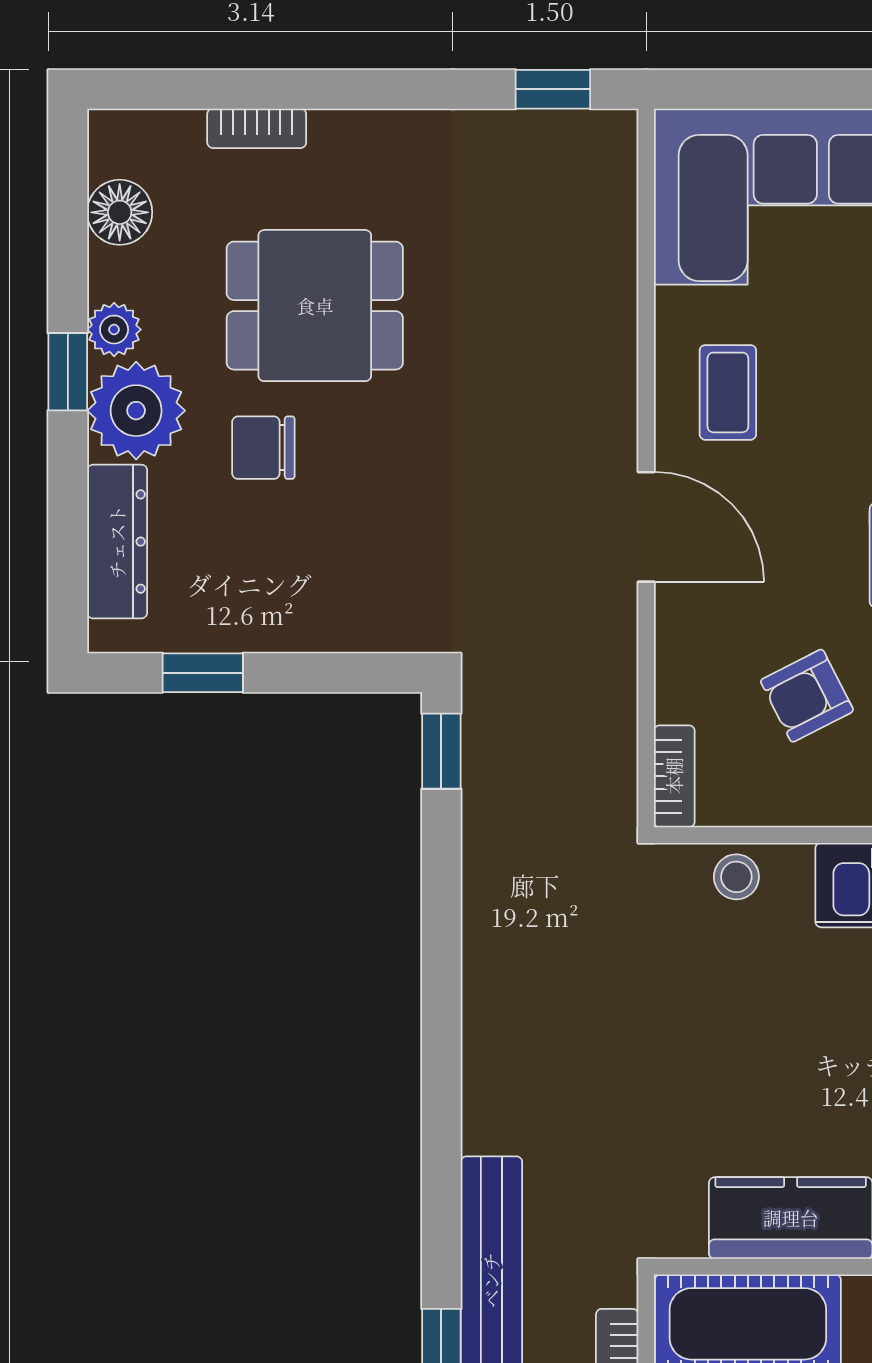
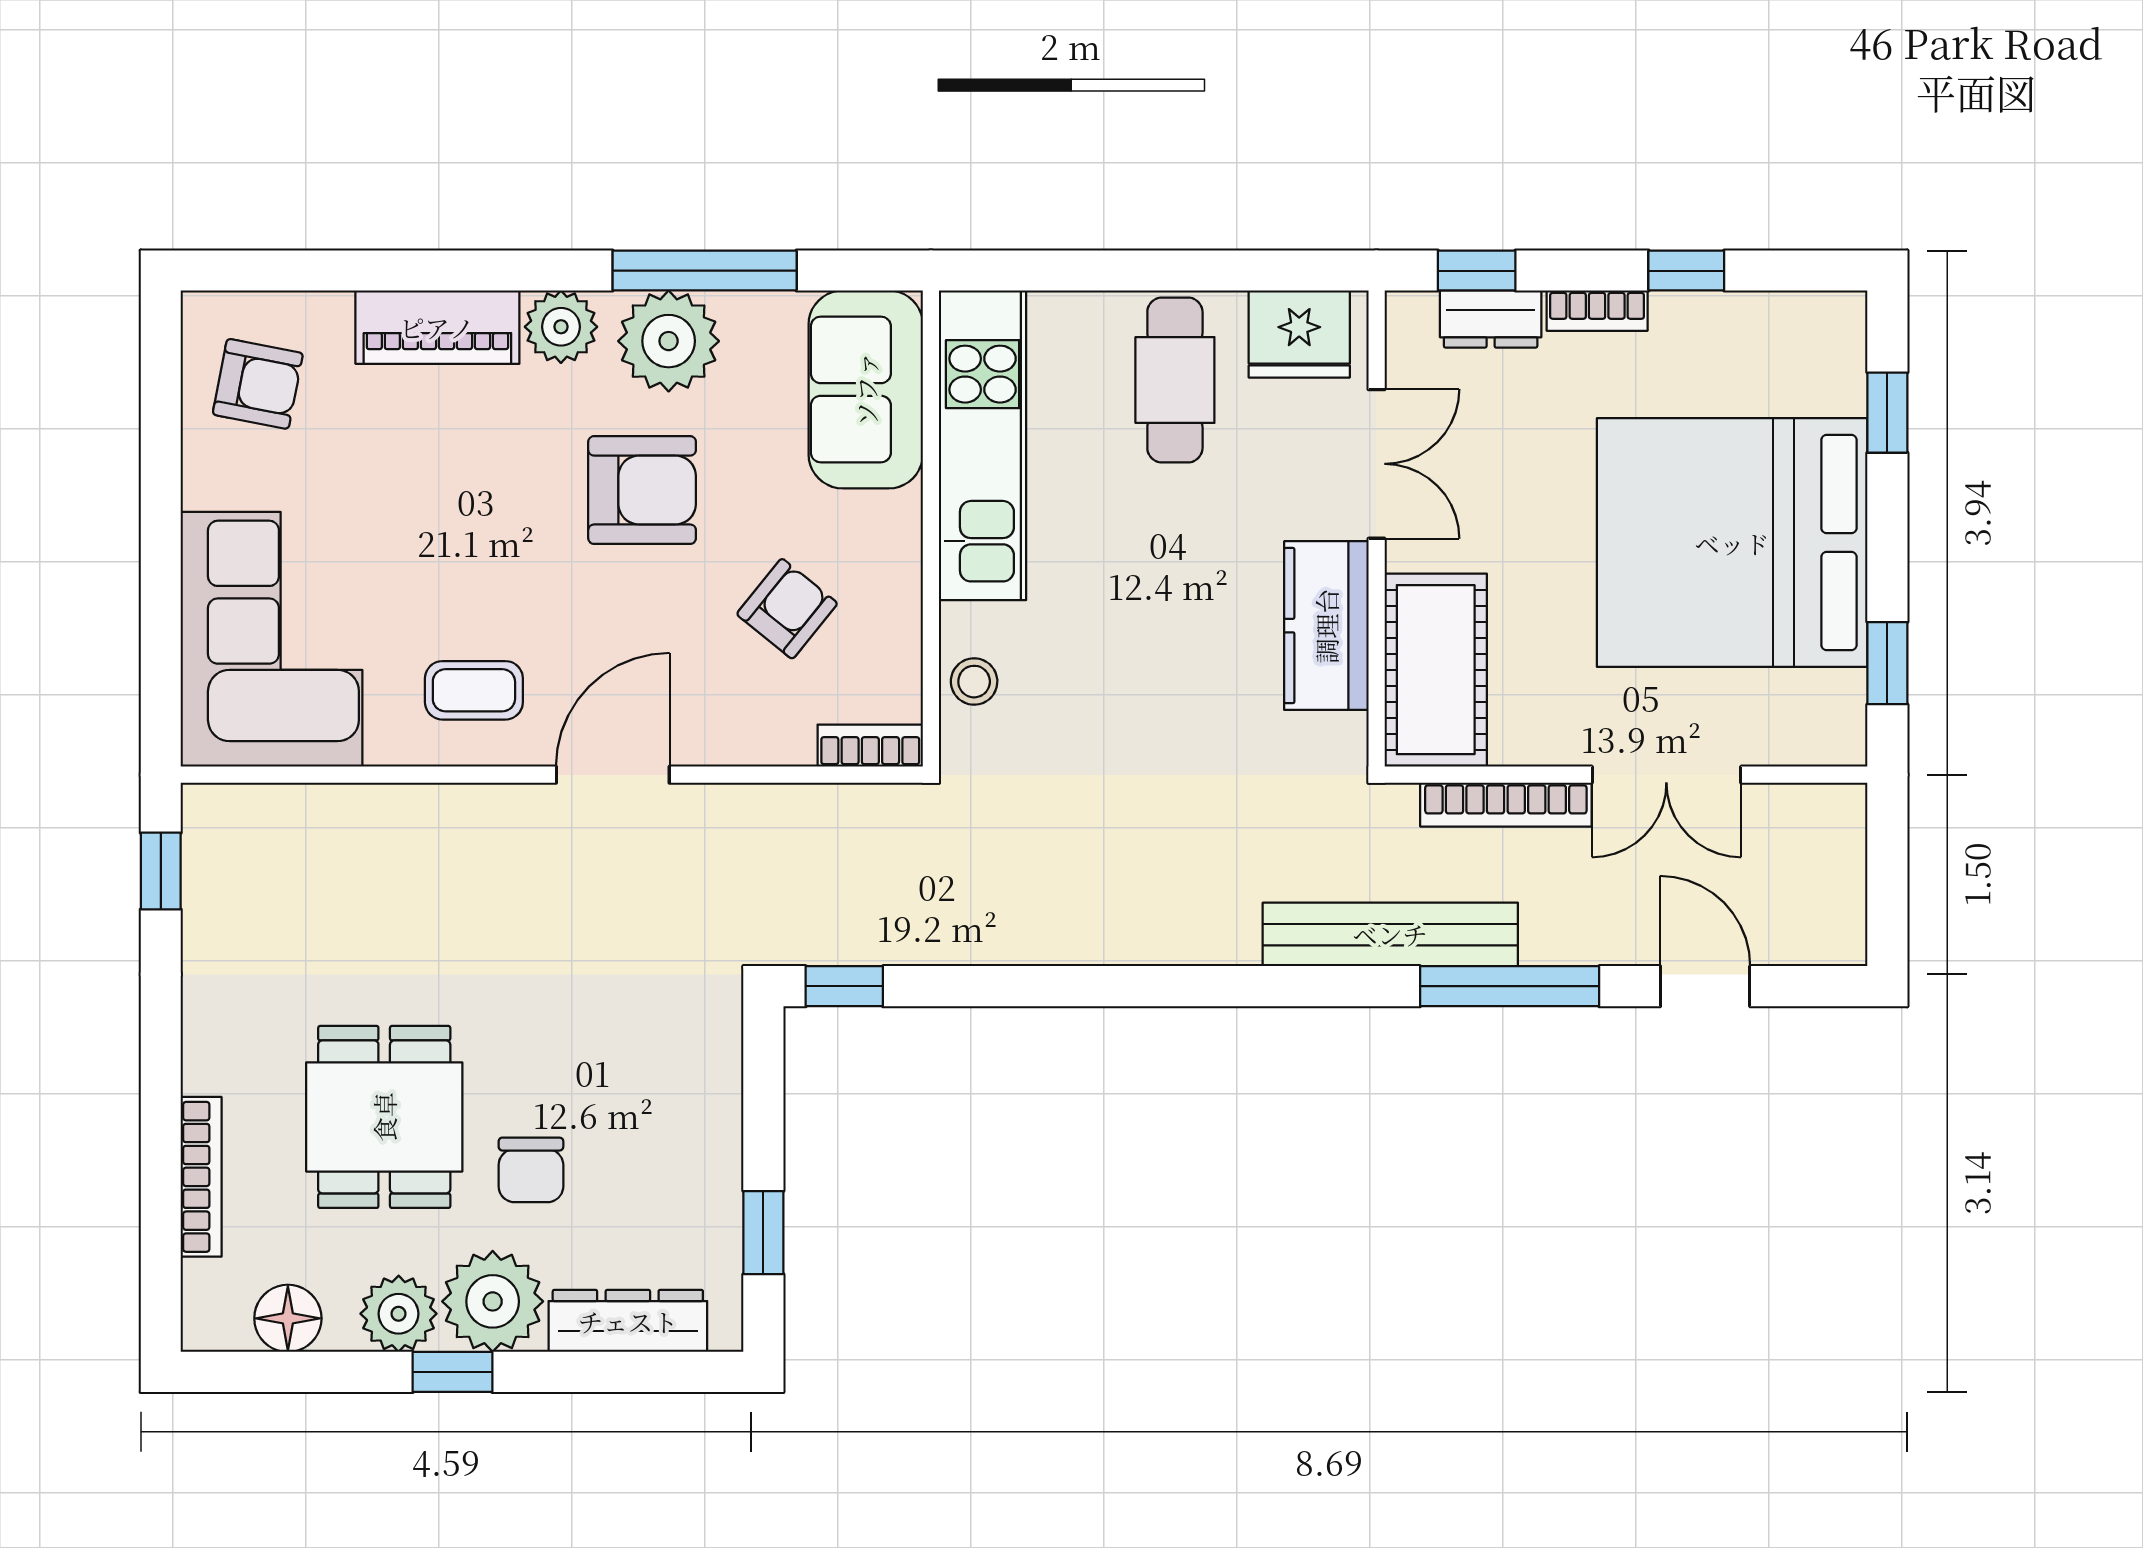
bookcase: (257, 128) -> (201, 1177), width x1.56
plant: (114, 330) -> (399, 1314), width x1.38, depth x1.38
armchair: (807, 696) -> (787, 609), turned -114

